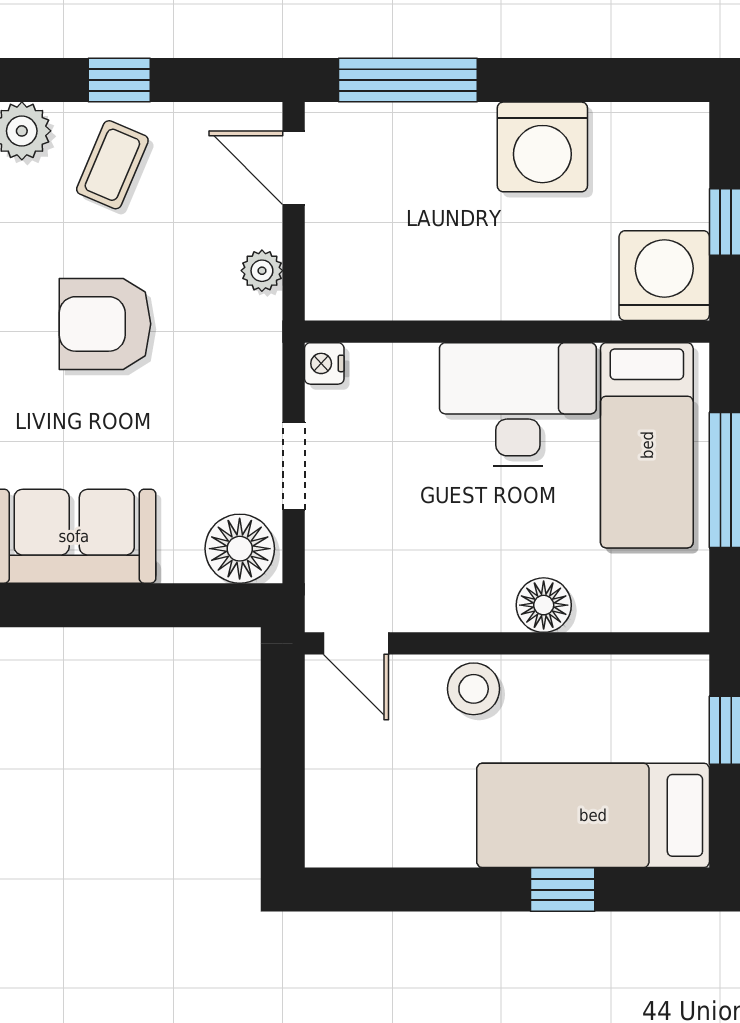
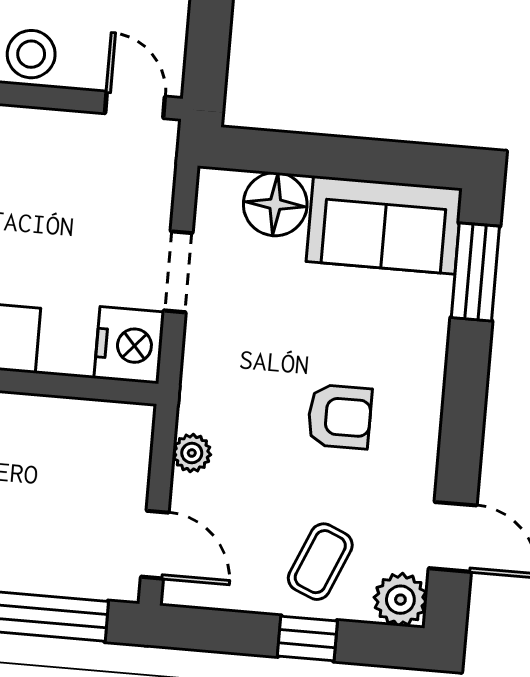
armchair: (105, 324) -> (340, 417), width x0.72, depth x0.72
nightstand: (324, 363) -> (129, 345), width x1.89, depth x1.79
floor lamp: (240, 549) -> (275, 204), moved

